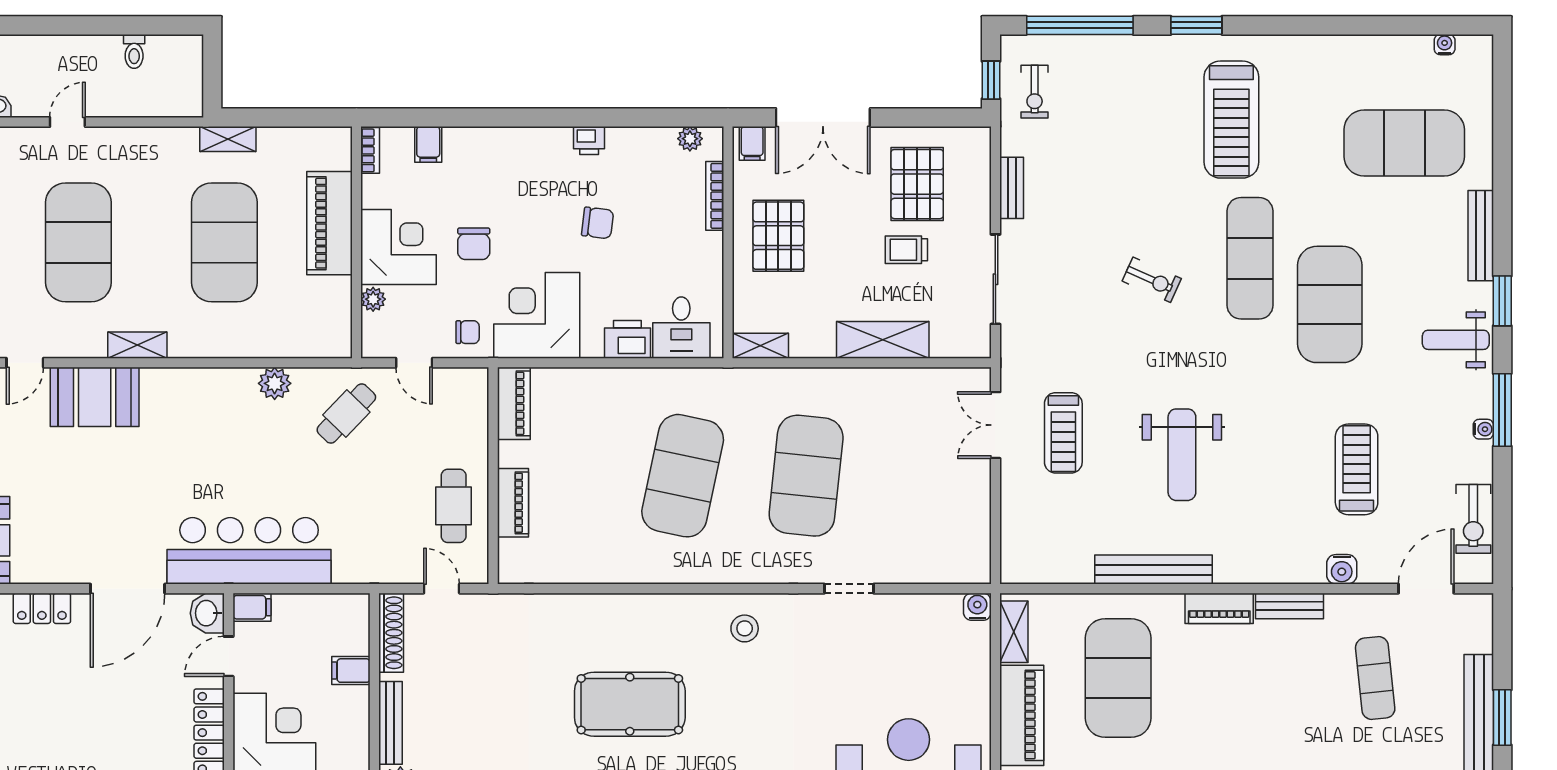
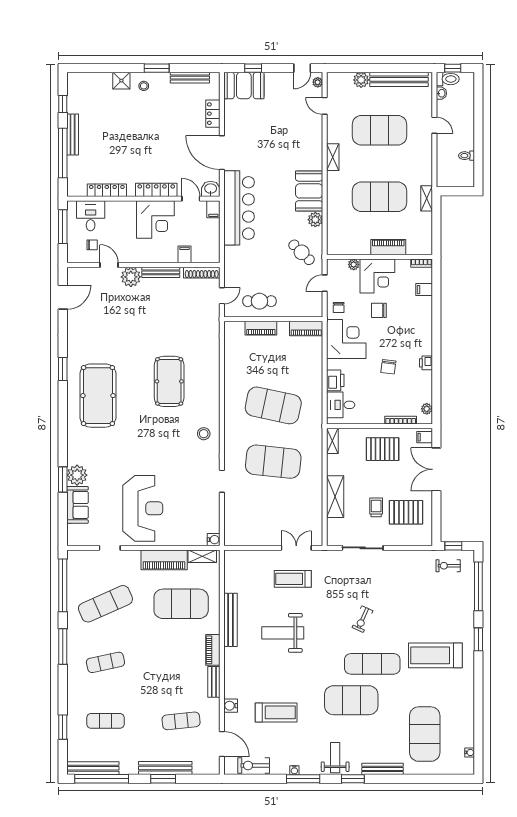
bench: (1012, 188) -> (404, 555), removed
piano: (329, 223) -> (388, 247), width x0.73, depth x0.75
booth: (95, 397) -> (309, 191), moved

